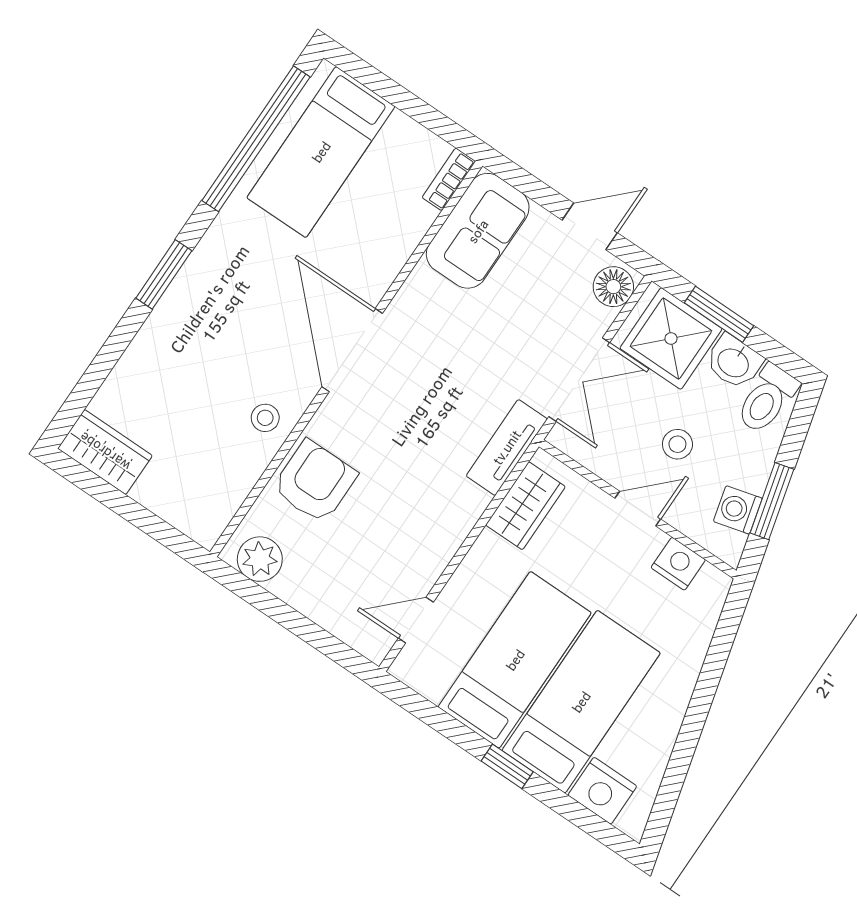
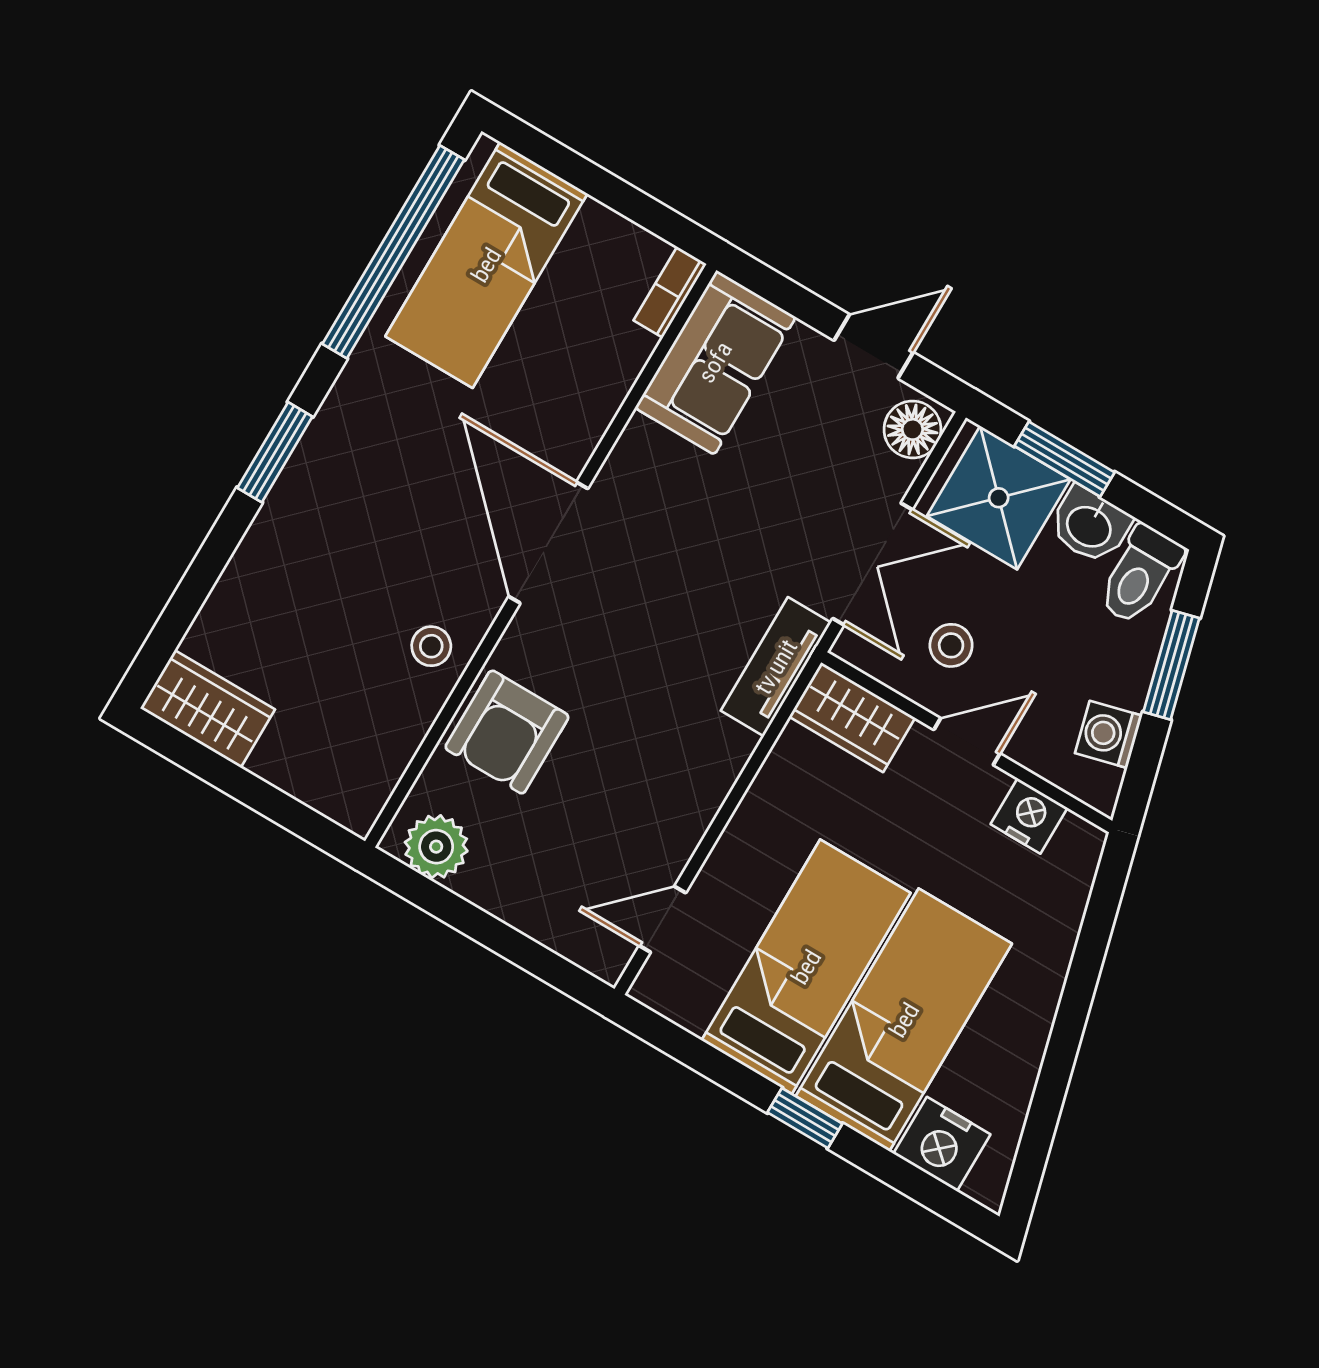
stool: (677, 444) -> (951, 645), moved
armchair: (315, 482) -> (507, 732), turned 180
window: (772, 501) -> (1171, 665), moved
wardrobe: (525, 506) -> (852, 717), moved, turned 90

